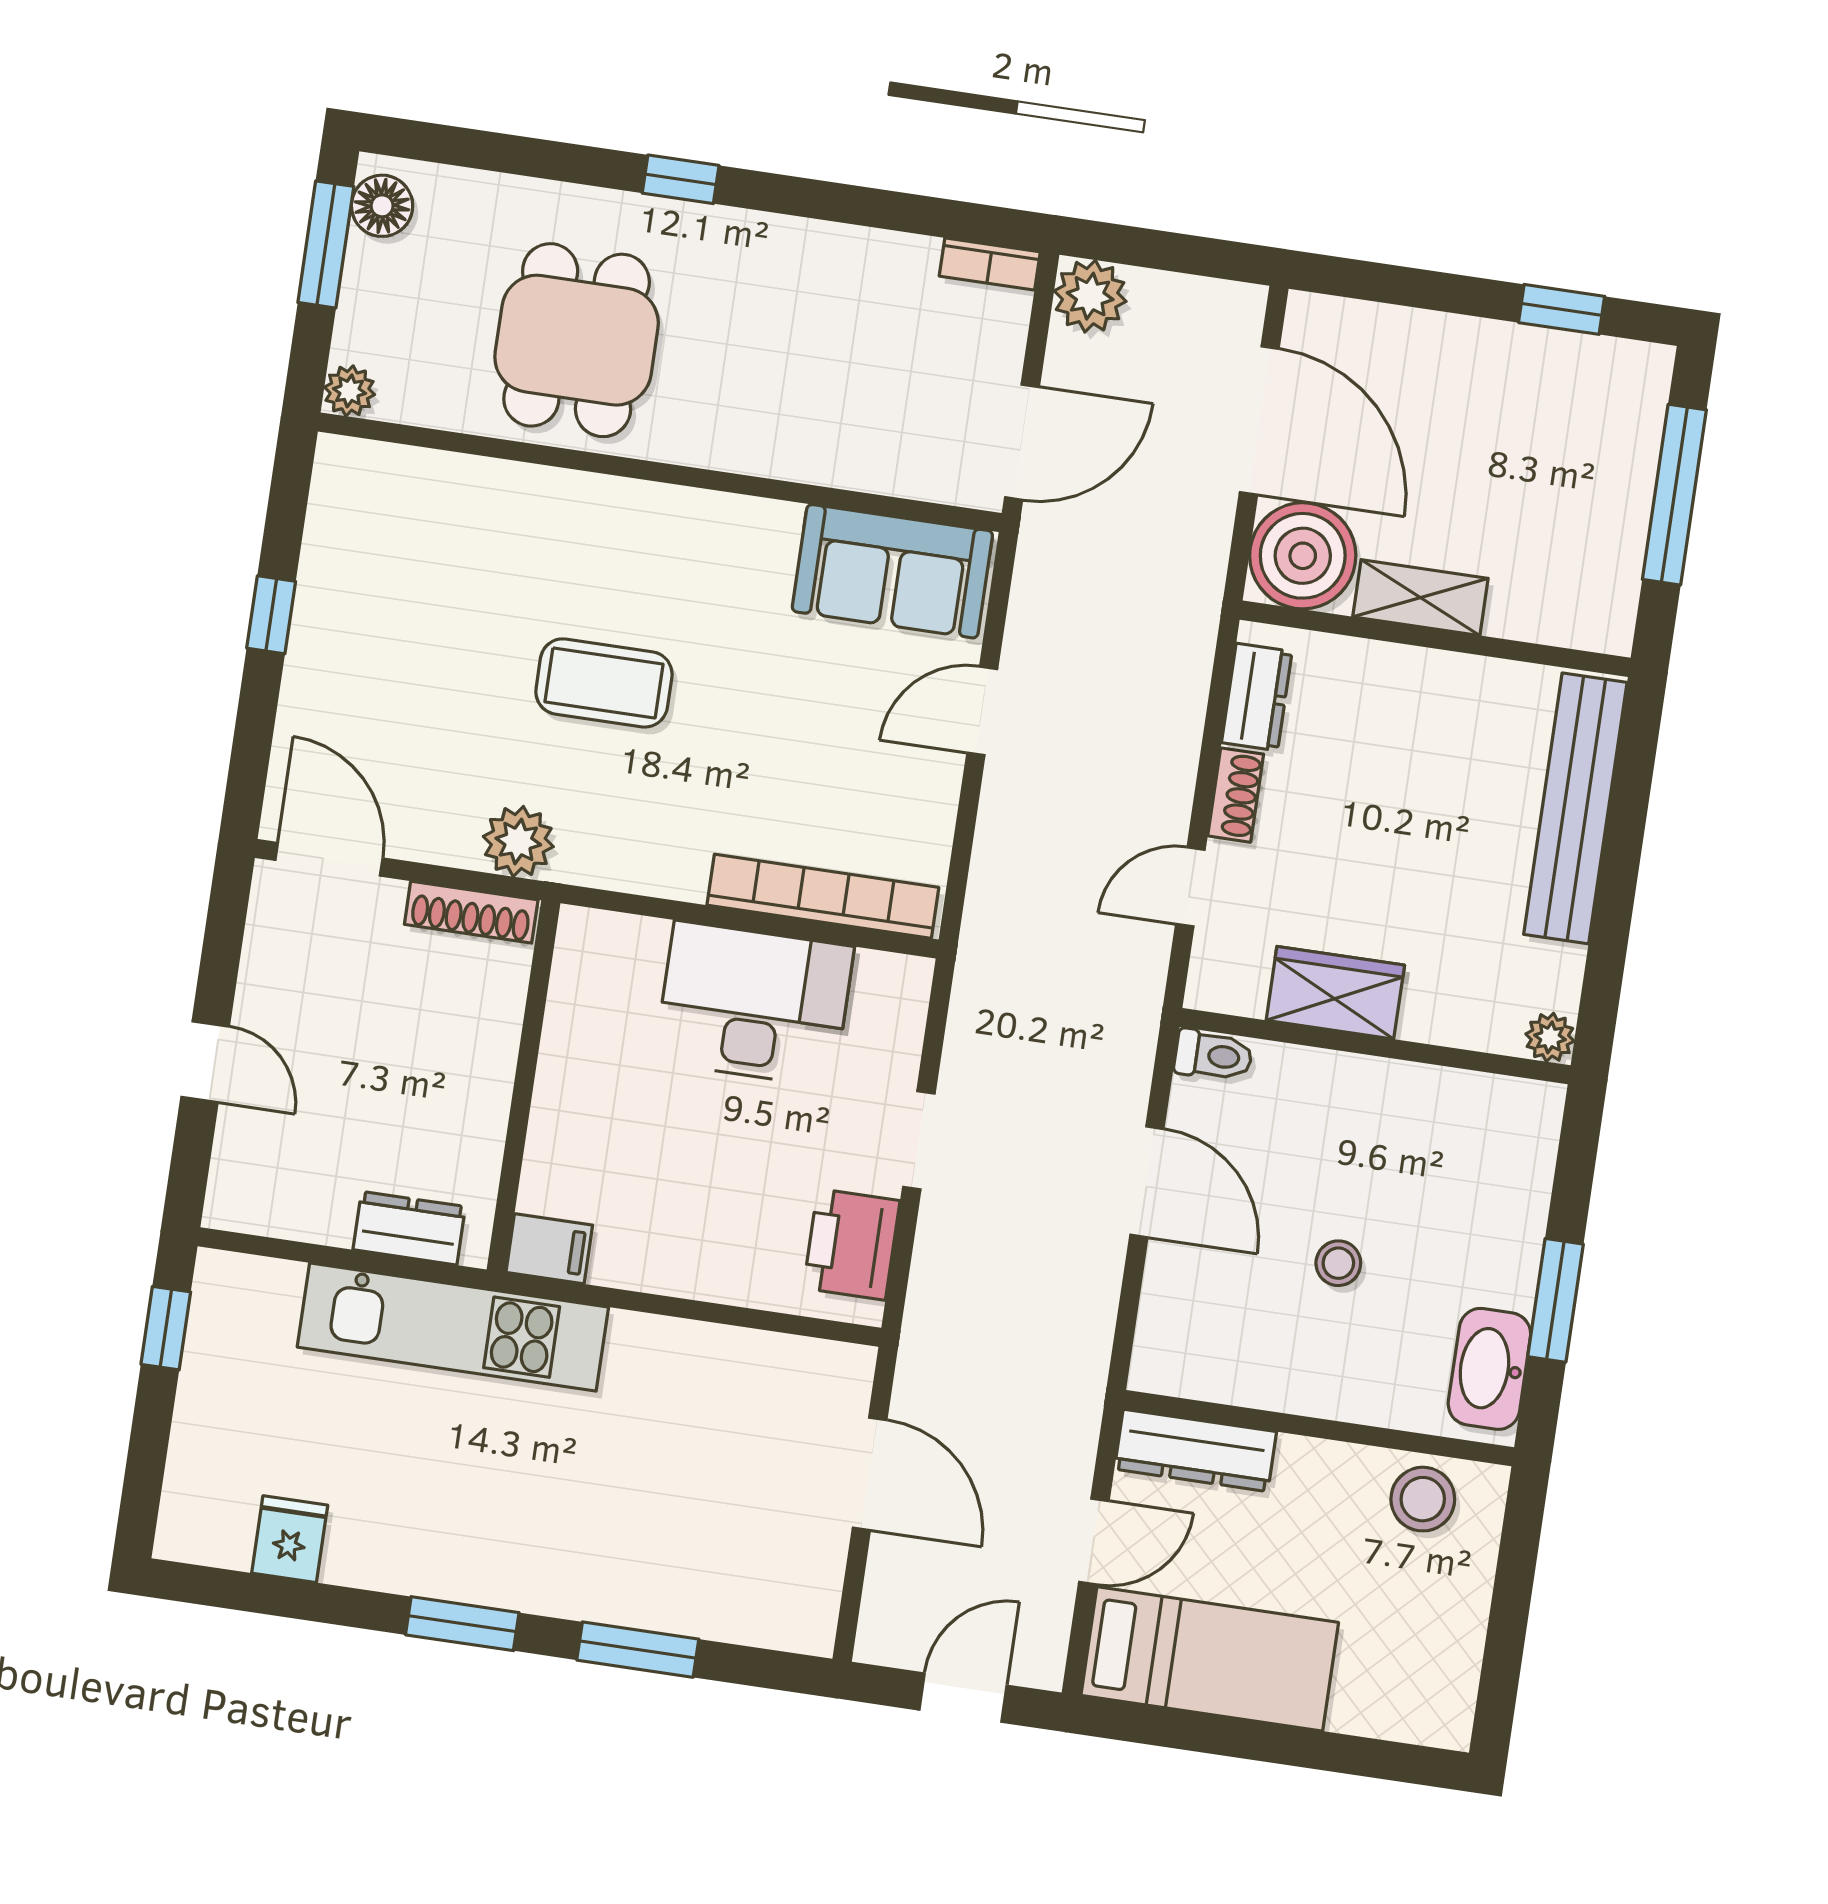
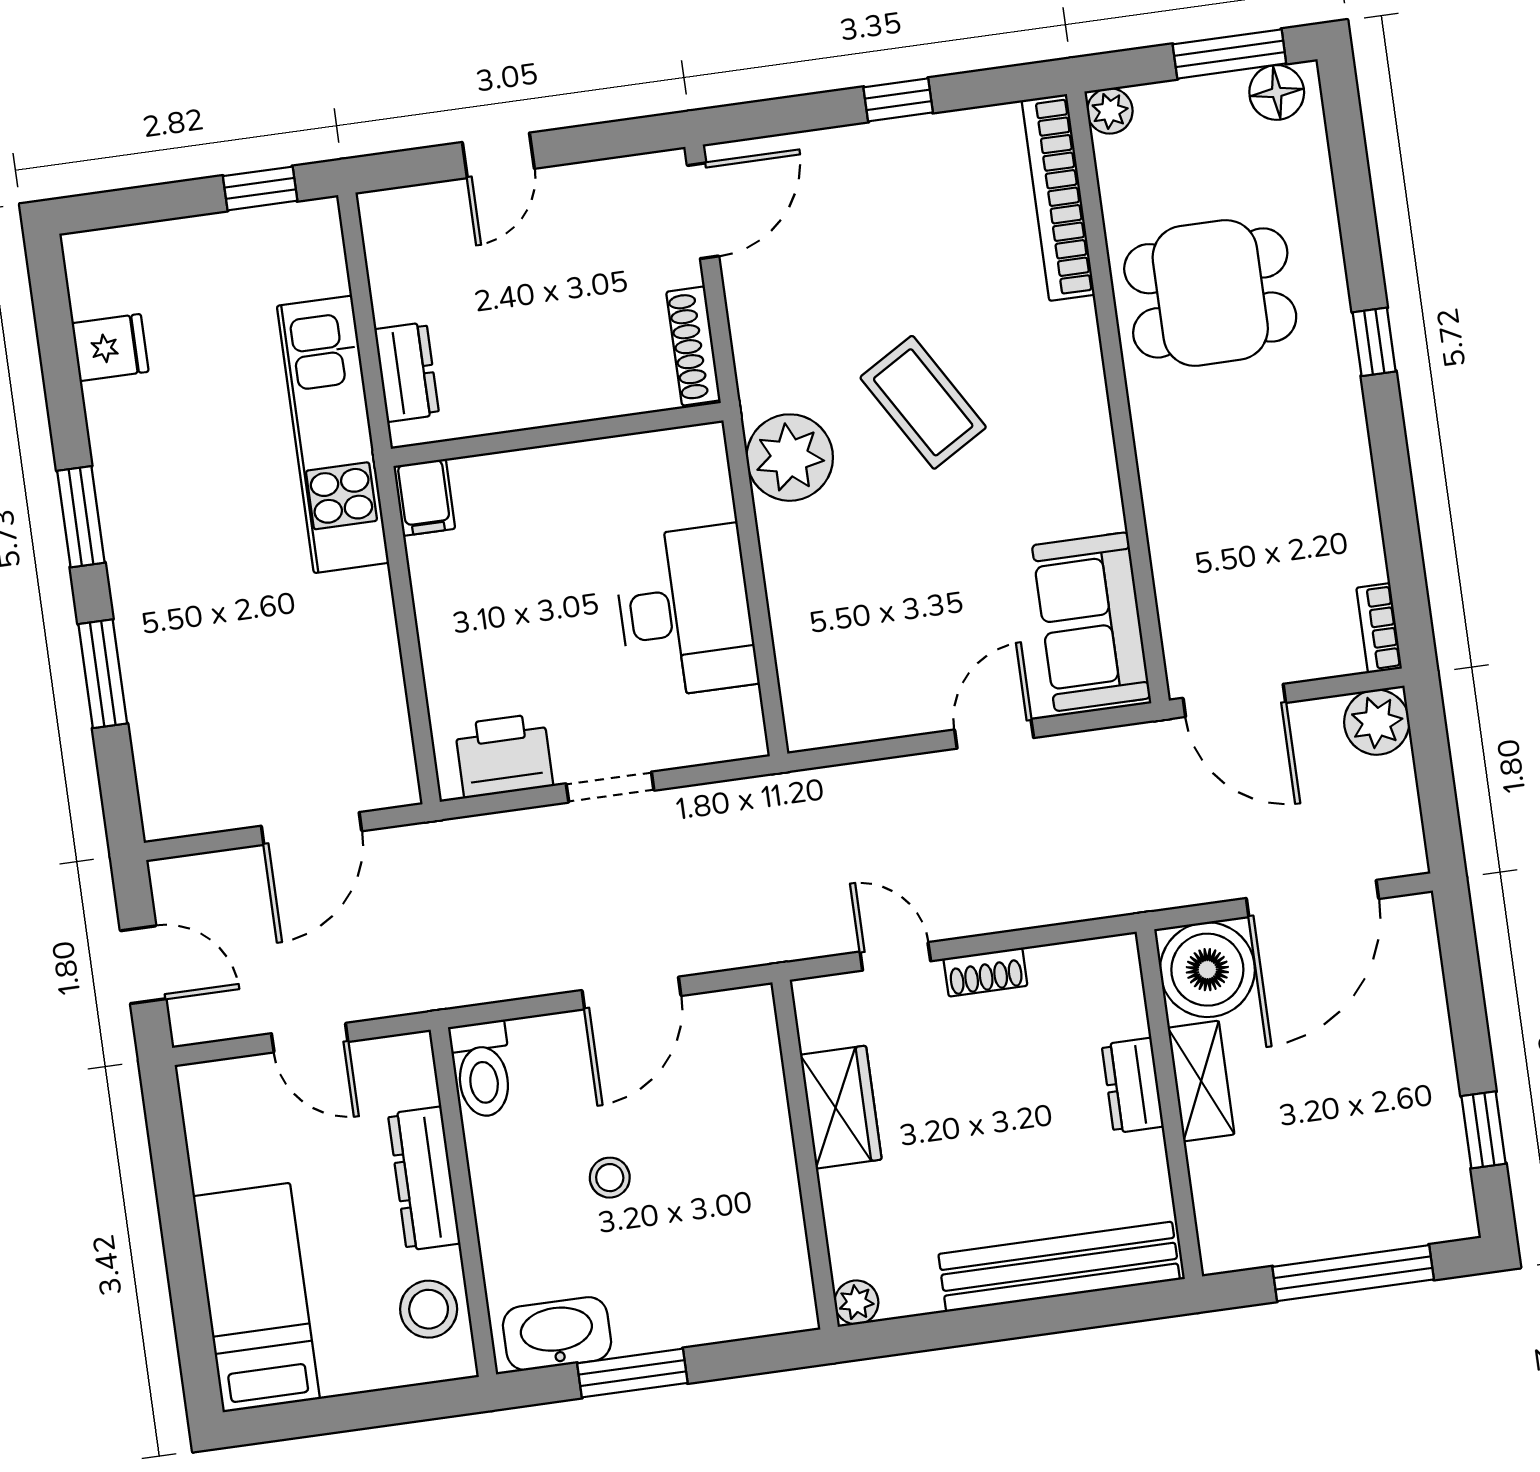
coffee table: (604, 683) -> (923, 402), turned -31
dresser: (1257, 697) -> (1133, 1085), moved, turned 90
door: (982, 711) -> (994, 734), hinge flipped
plant: (518, 841) -> (790, 458), moved, width x1.36, depth x1.36
bookcase: (823, 896) -> (1058, 197), moved, turned 180
toilet: (1213, 1055) -> (482, 1069), moved, width x1.37, depth x1.39
dresser: (1195, 1450) -> (424, 1179), moved
bed: (1210, 1659) -> (256, 1298), moved, turned 180

